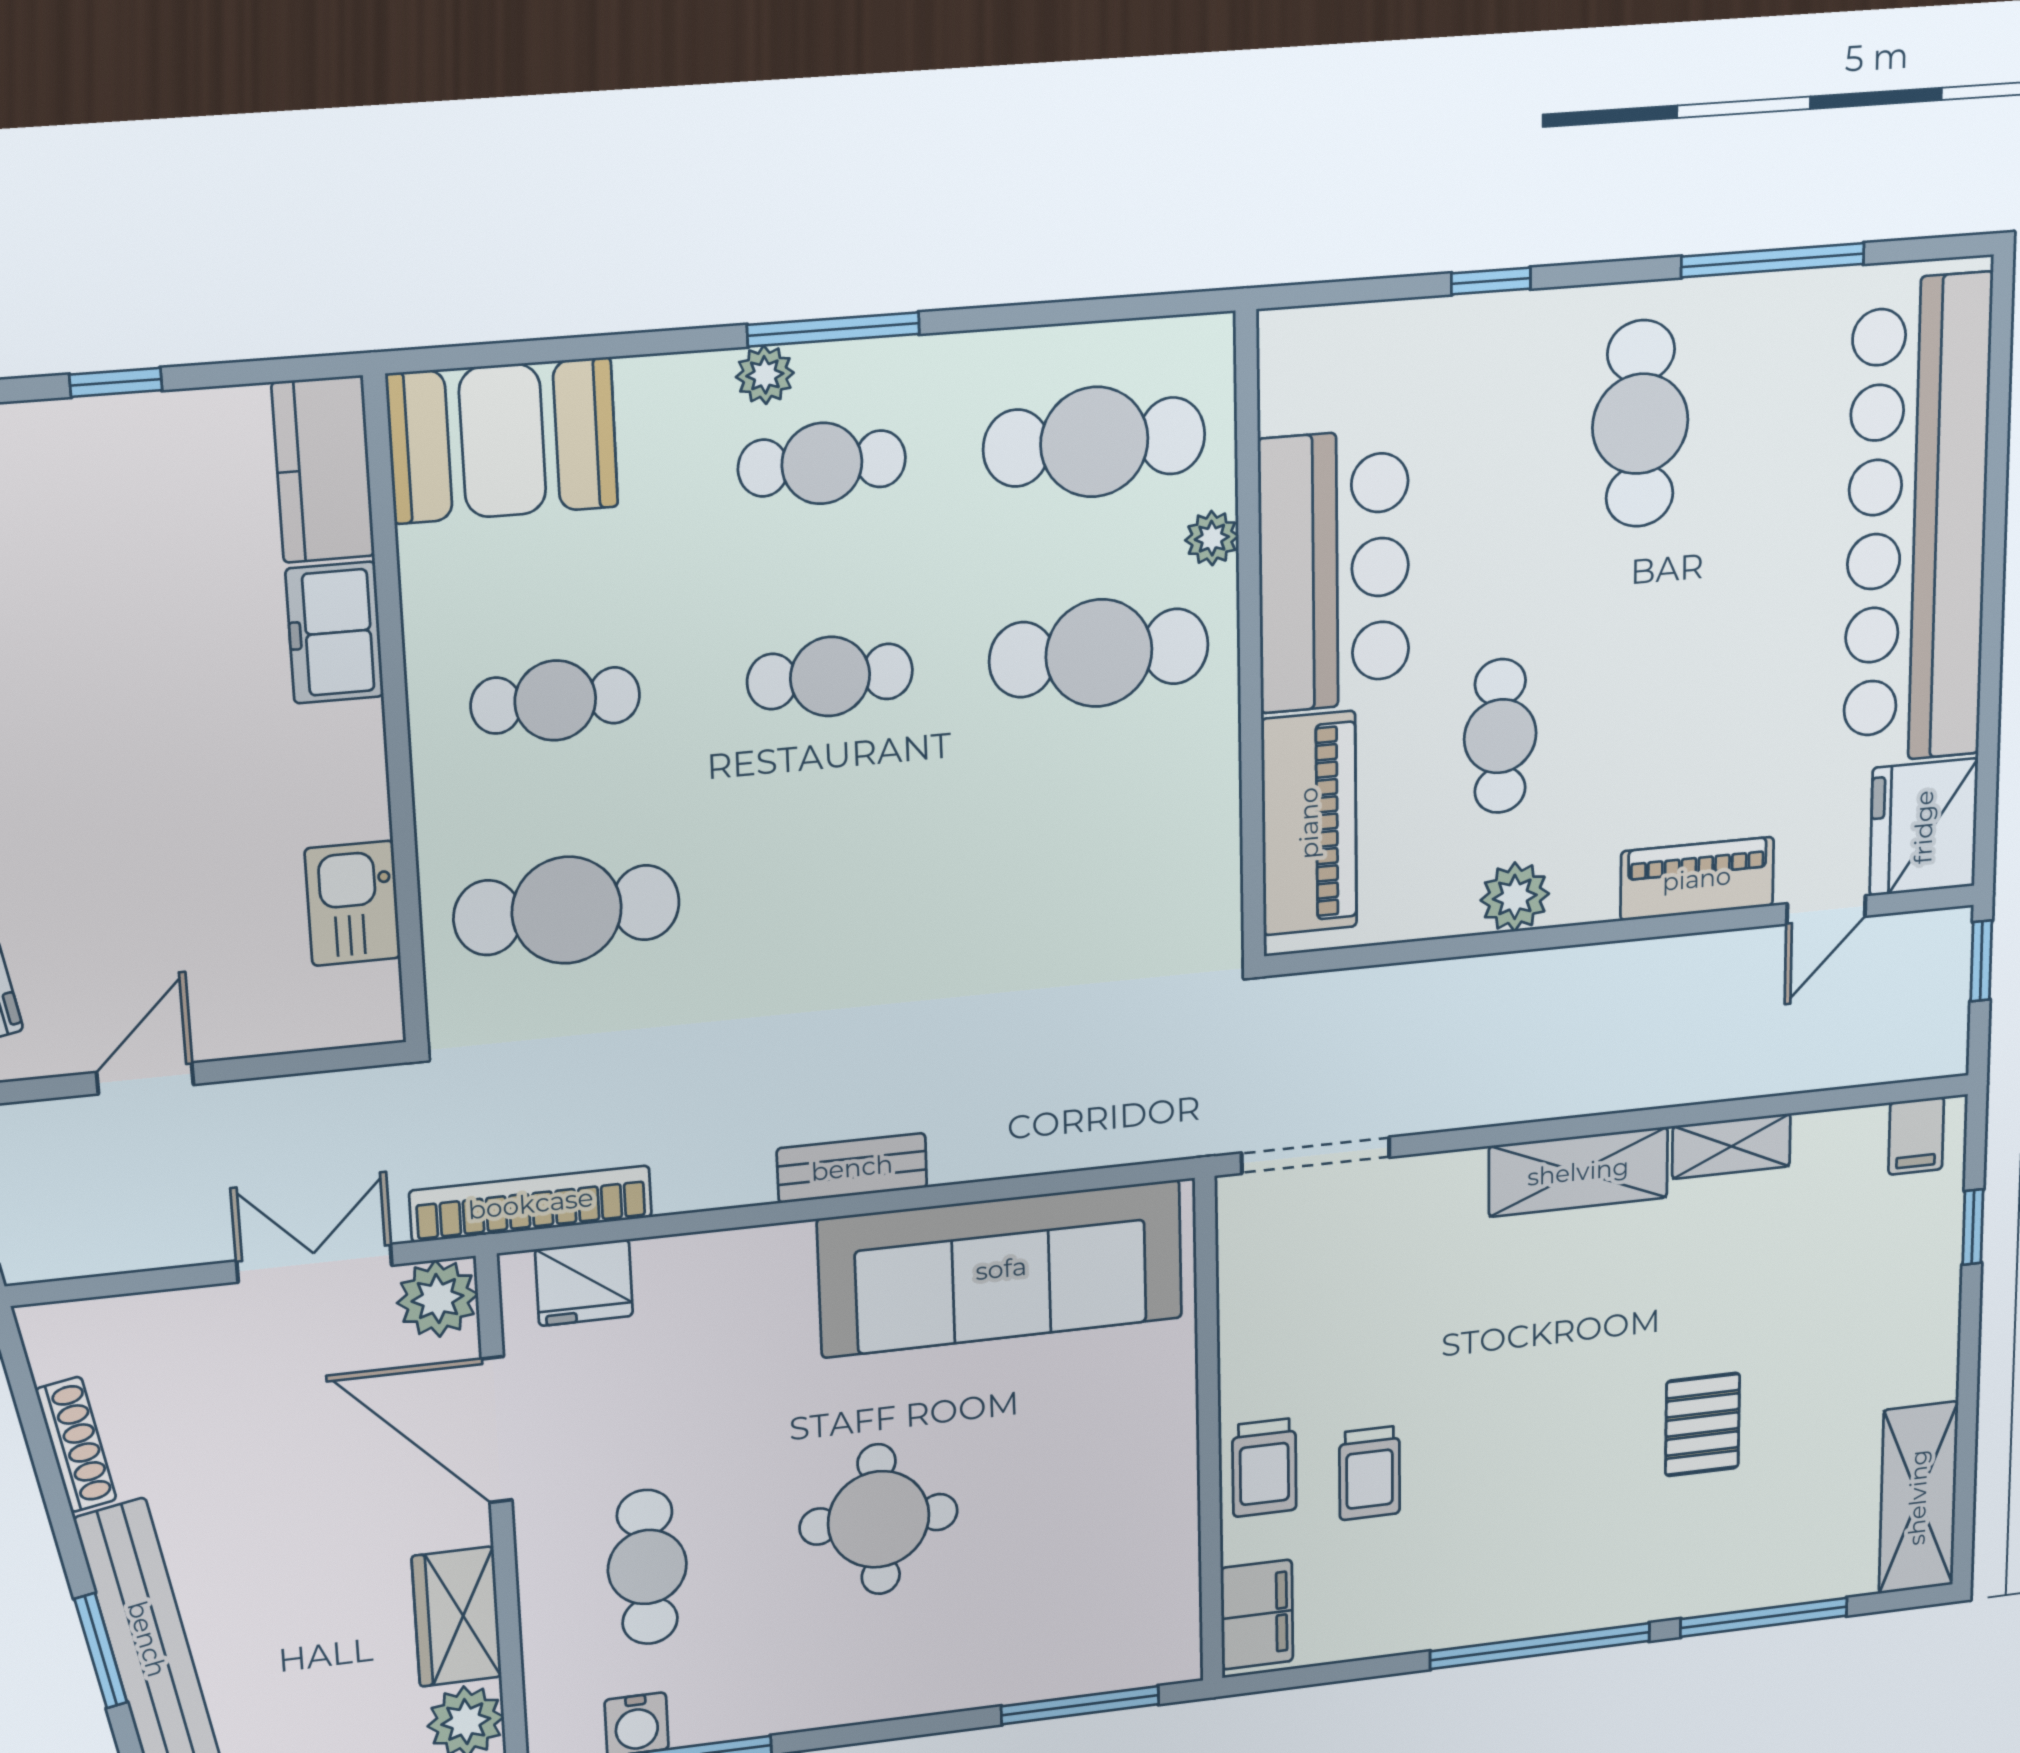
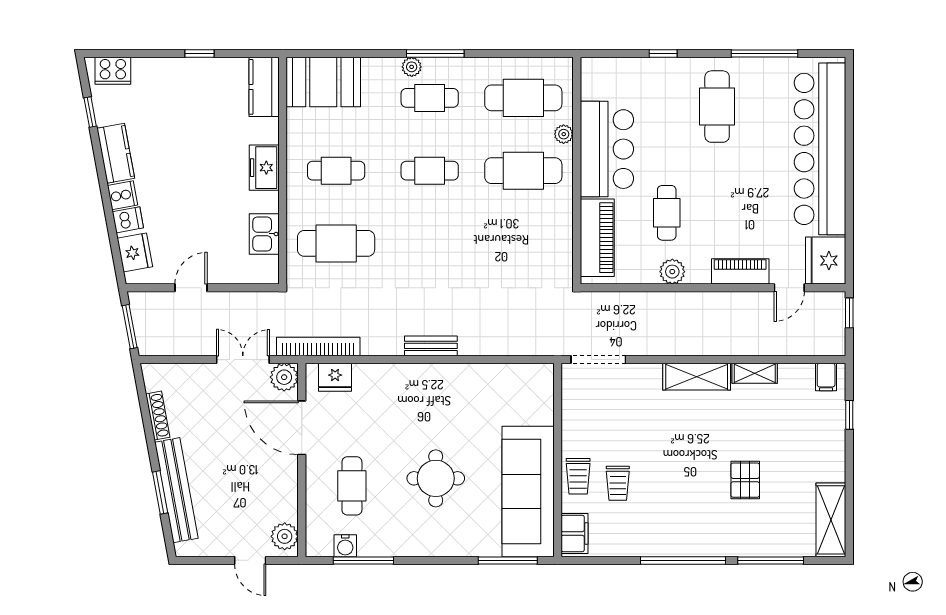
freezer: (335, 633) -> (264, 168), moved
sofa: (1001, 1269) -> (528, 491), moved, turned 90
wardrobe: (457, 1617) -> (284, 496), removed

